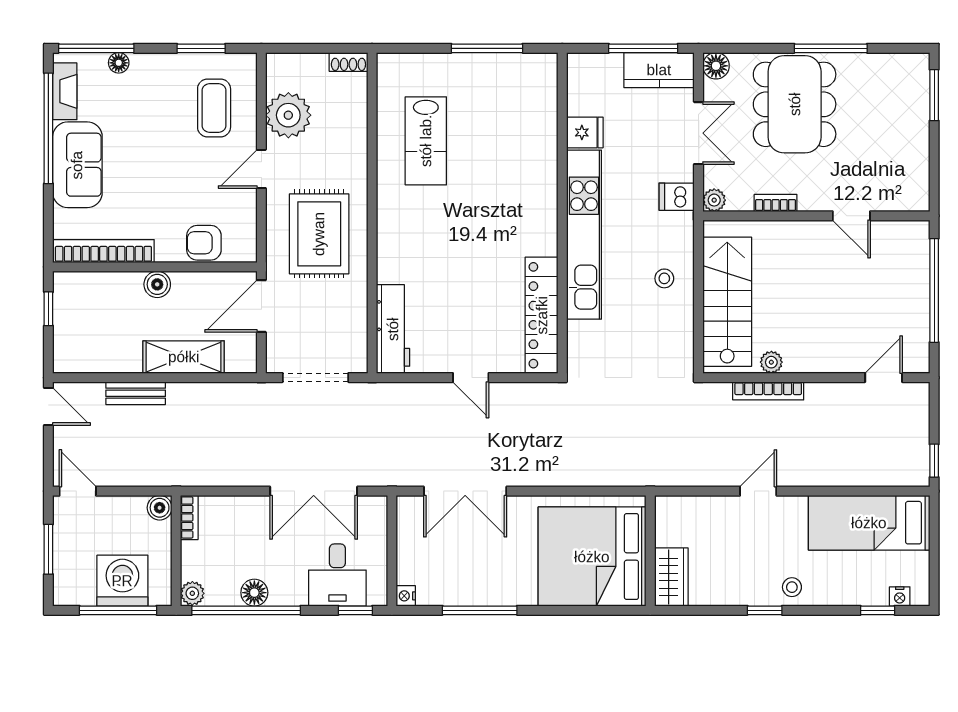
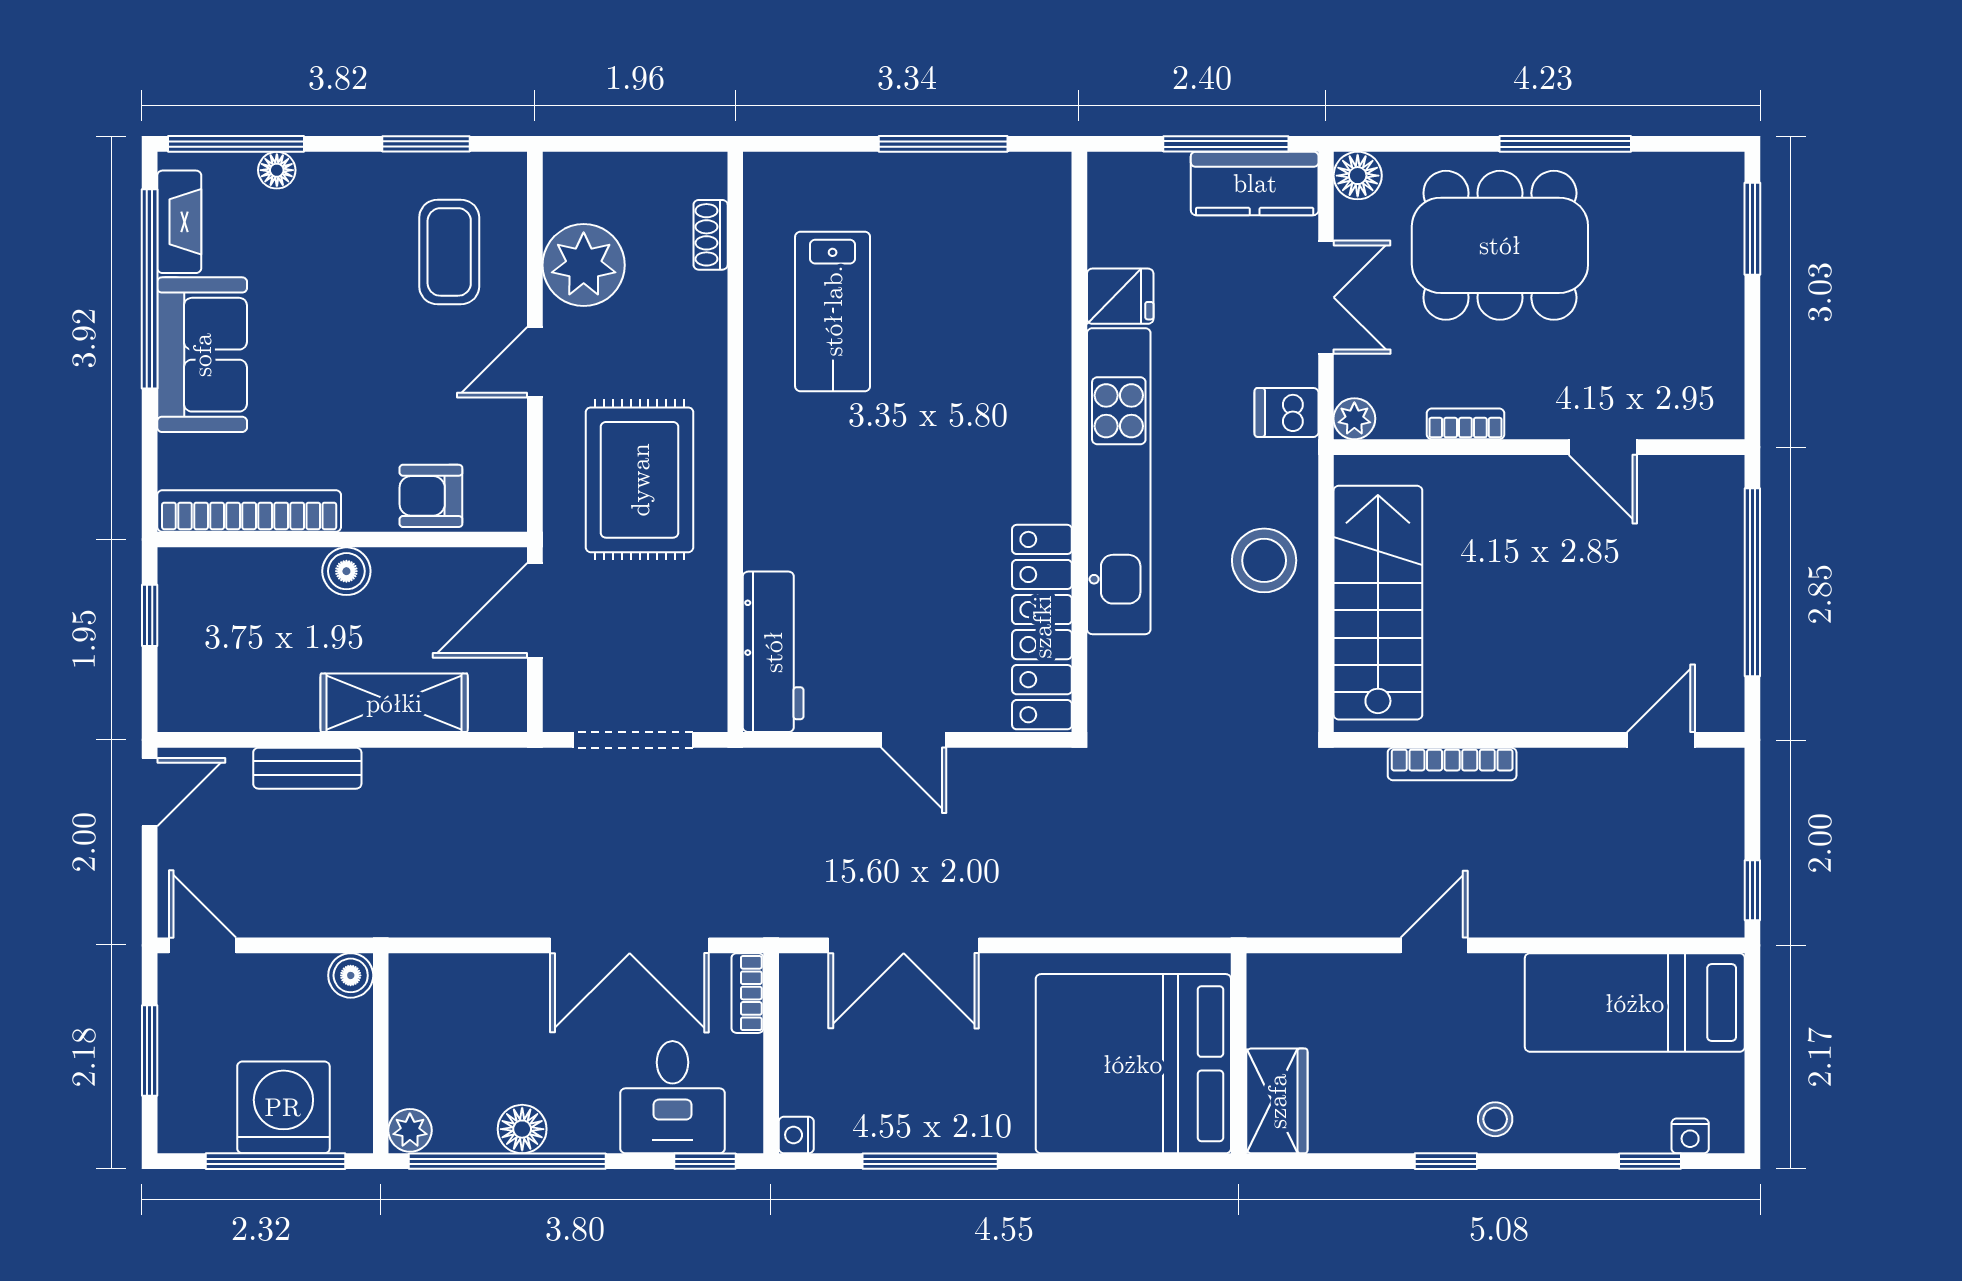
shoe rack: (348, 62) -> (711, 235), moved, turned 90
dining table: (795, 104) -> (1500, 245), turned 90
stool: (664, 278) -> (1264, 560), width x1.89, depth x1.89
plant: (771, 362) -> (1458, 712), removed
door: (48, 406) -> (150, 792), hinge flipped
bookcase: (189, 517) -> (747, 993), moved, turned 180

